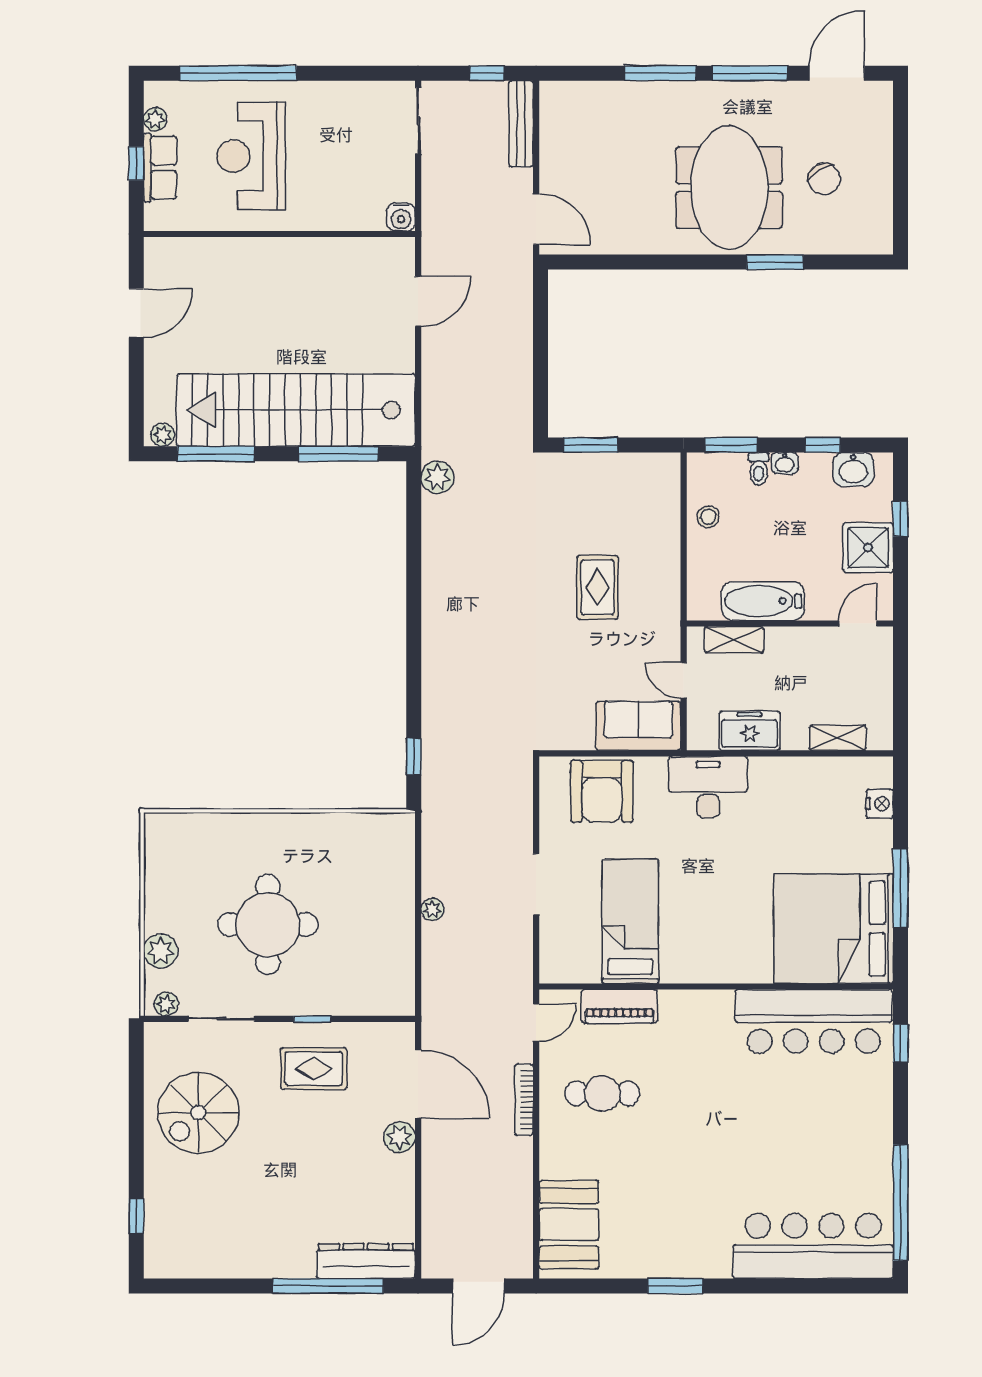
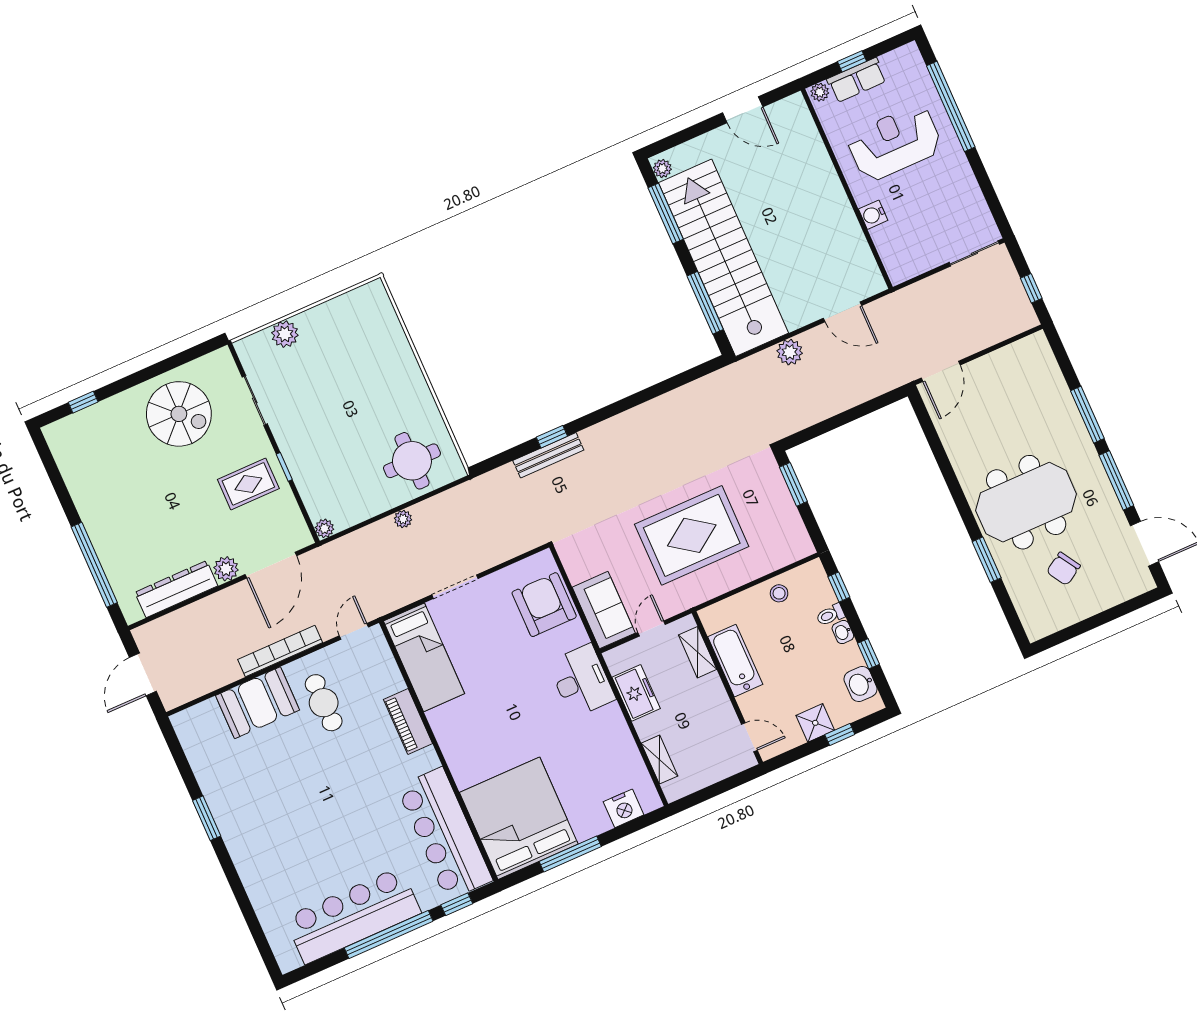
plant: (155, 119) -> (820, 92), moved
bench: (521, 124) -> (548, 455), moved
water cooler: (401, 217) -> (873, 215), moved
window: (731, 445) -> (839, 587), width x0.67
plant: (437, 477) -> (790, 352), moved
shower: (868, 548) -> (815, 723), width x0.73, depth x0.73
rug: (598, 587) -> (692, 535), width x1.86, depth x2.06
window: (414, 756) -> (552, 437), moved
armchair: (602, 791) -> (544, 605), turned 90
nightstand: (880, 804) -> (624, 808), width x1.36, depth x1.33
bed: (630, 921) -> (424, 657), moved, turned 90
round table: (268, 924) -> (412, 461), moved, width x0.73, depth x0.73
plant: (166, 1004) -> (324, 528), moved
piano: (619, 1006) -> (408, 722), moved
door: (536, 1023) -> (354, 631), swing flipped
rug: (314, 1069) -> (248, 484), turned 90
bookcase: (524, 1100) -> (280, 651), width x1.48, depth x1.31
spiral stairs: (198, 1113) -> (179, 414), turned 180
window: (901, 1203) -> (389, 934), moved
booth: (569, 1225) -> (257, 703), moved
bar counter: (813, 1246) -> (353, 915), moved, turned -90
dresser: (366, 1261) -> (176, 589), moved, turned -90
door: (478, 1286) -> (143, 674), hinge flipped

